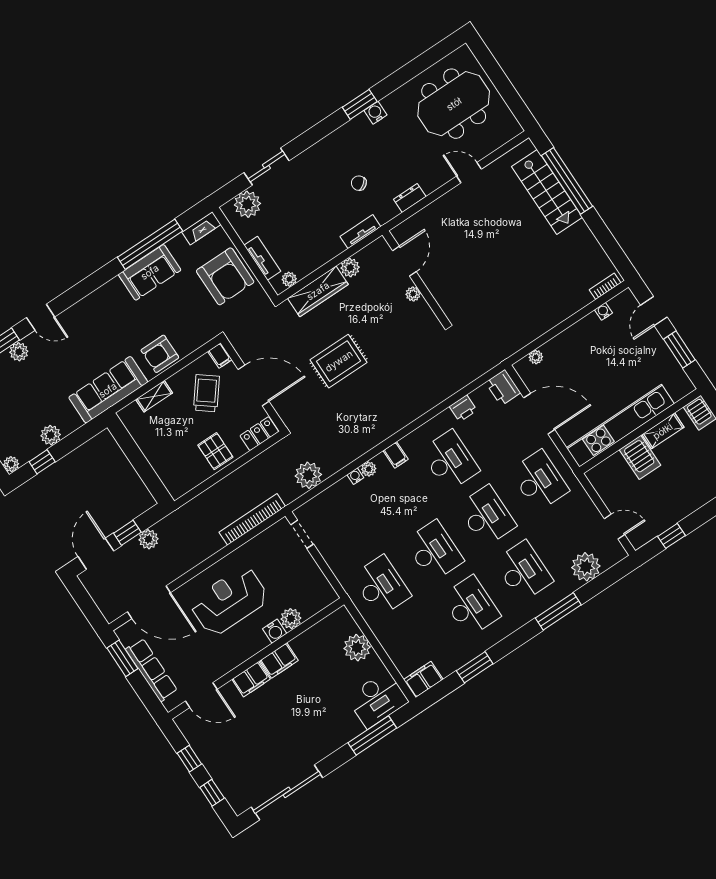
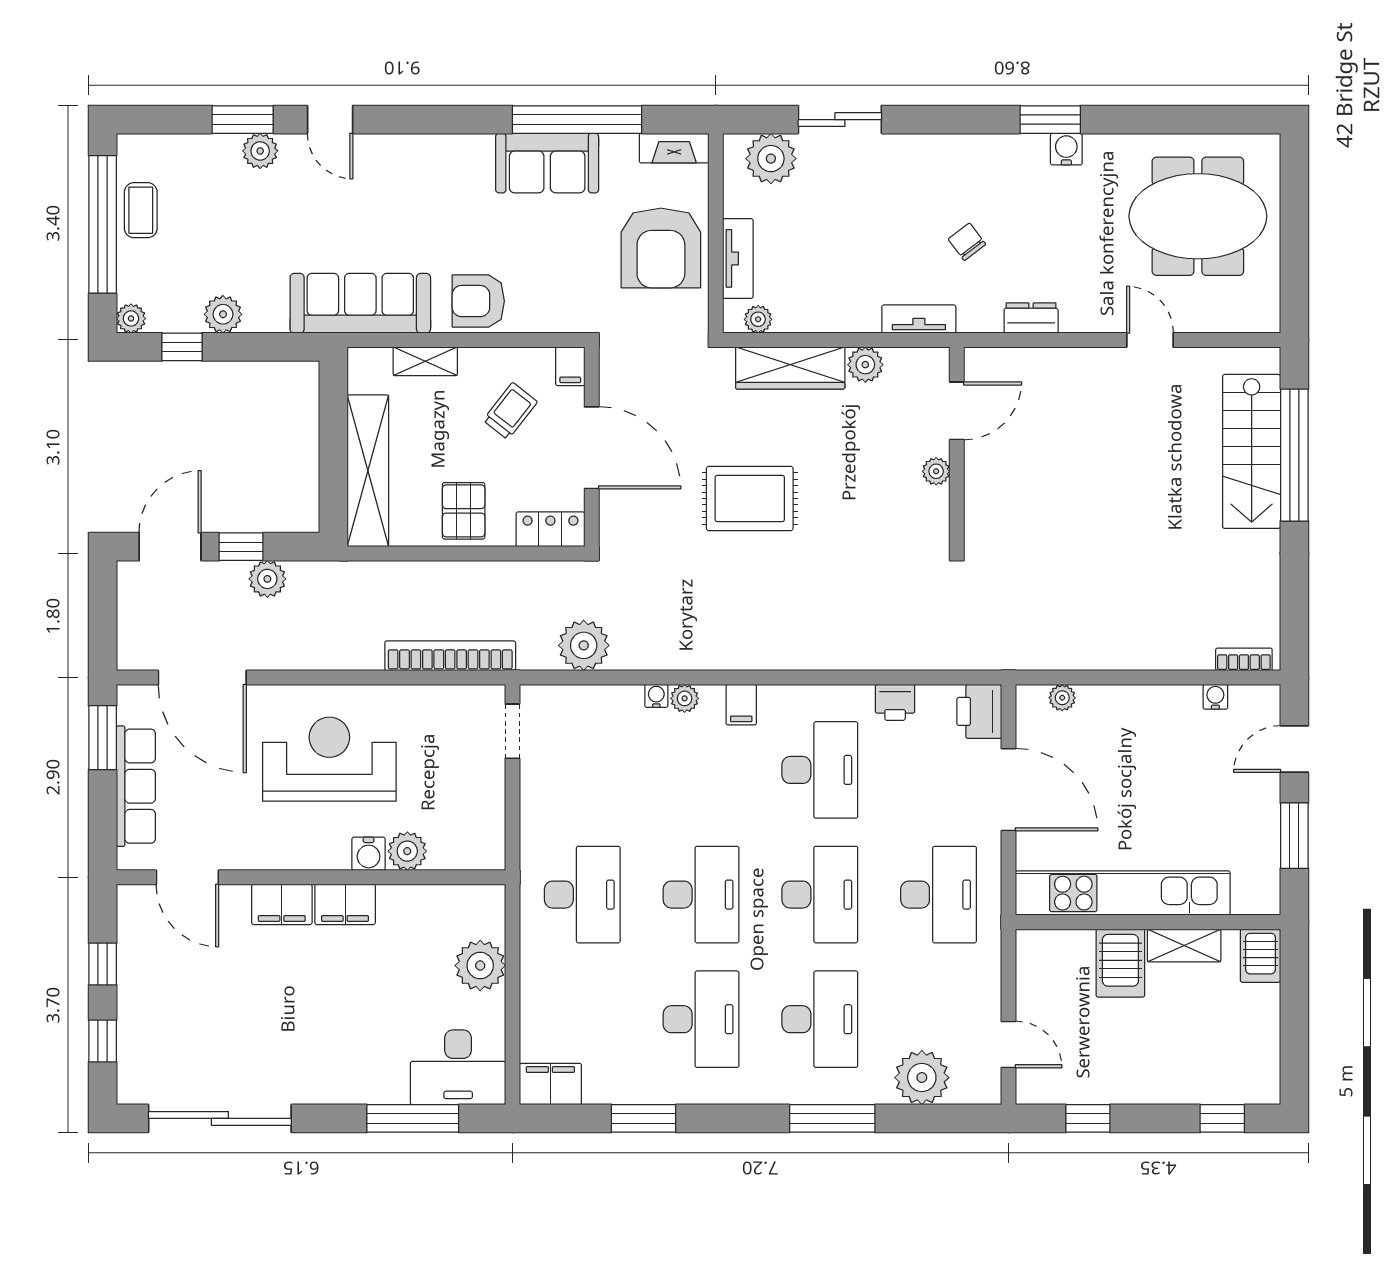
trolley: (206, 393) -> (510, 411), width x0.73, depth x0.72
shelving: (161, 462) -> (368, 471), added

